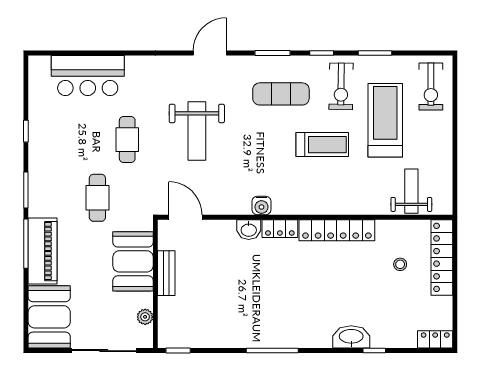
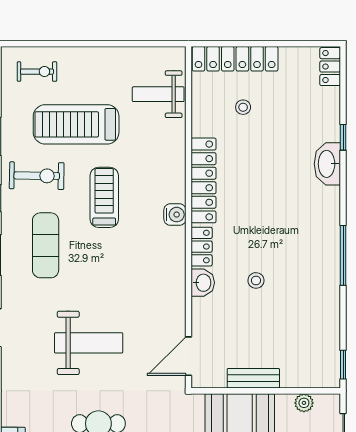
exercise bike: (431, 87) -> (37, 72), width x0.73, depth x0.72
water cooler: (261, 205) -> (175, 215), moved
stool: (251, 275) -> (256, 280), added

